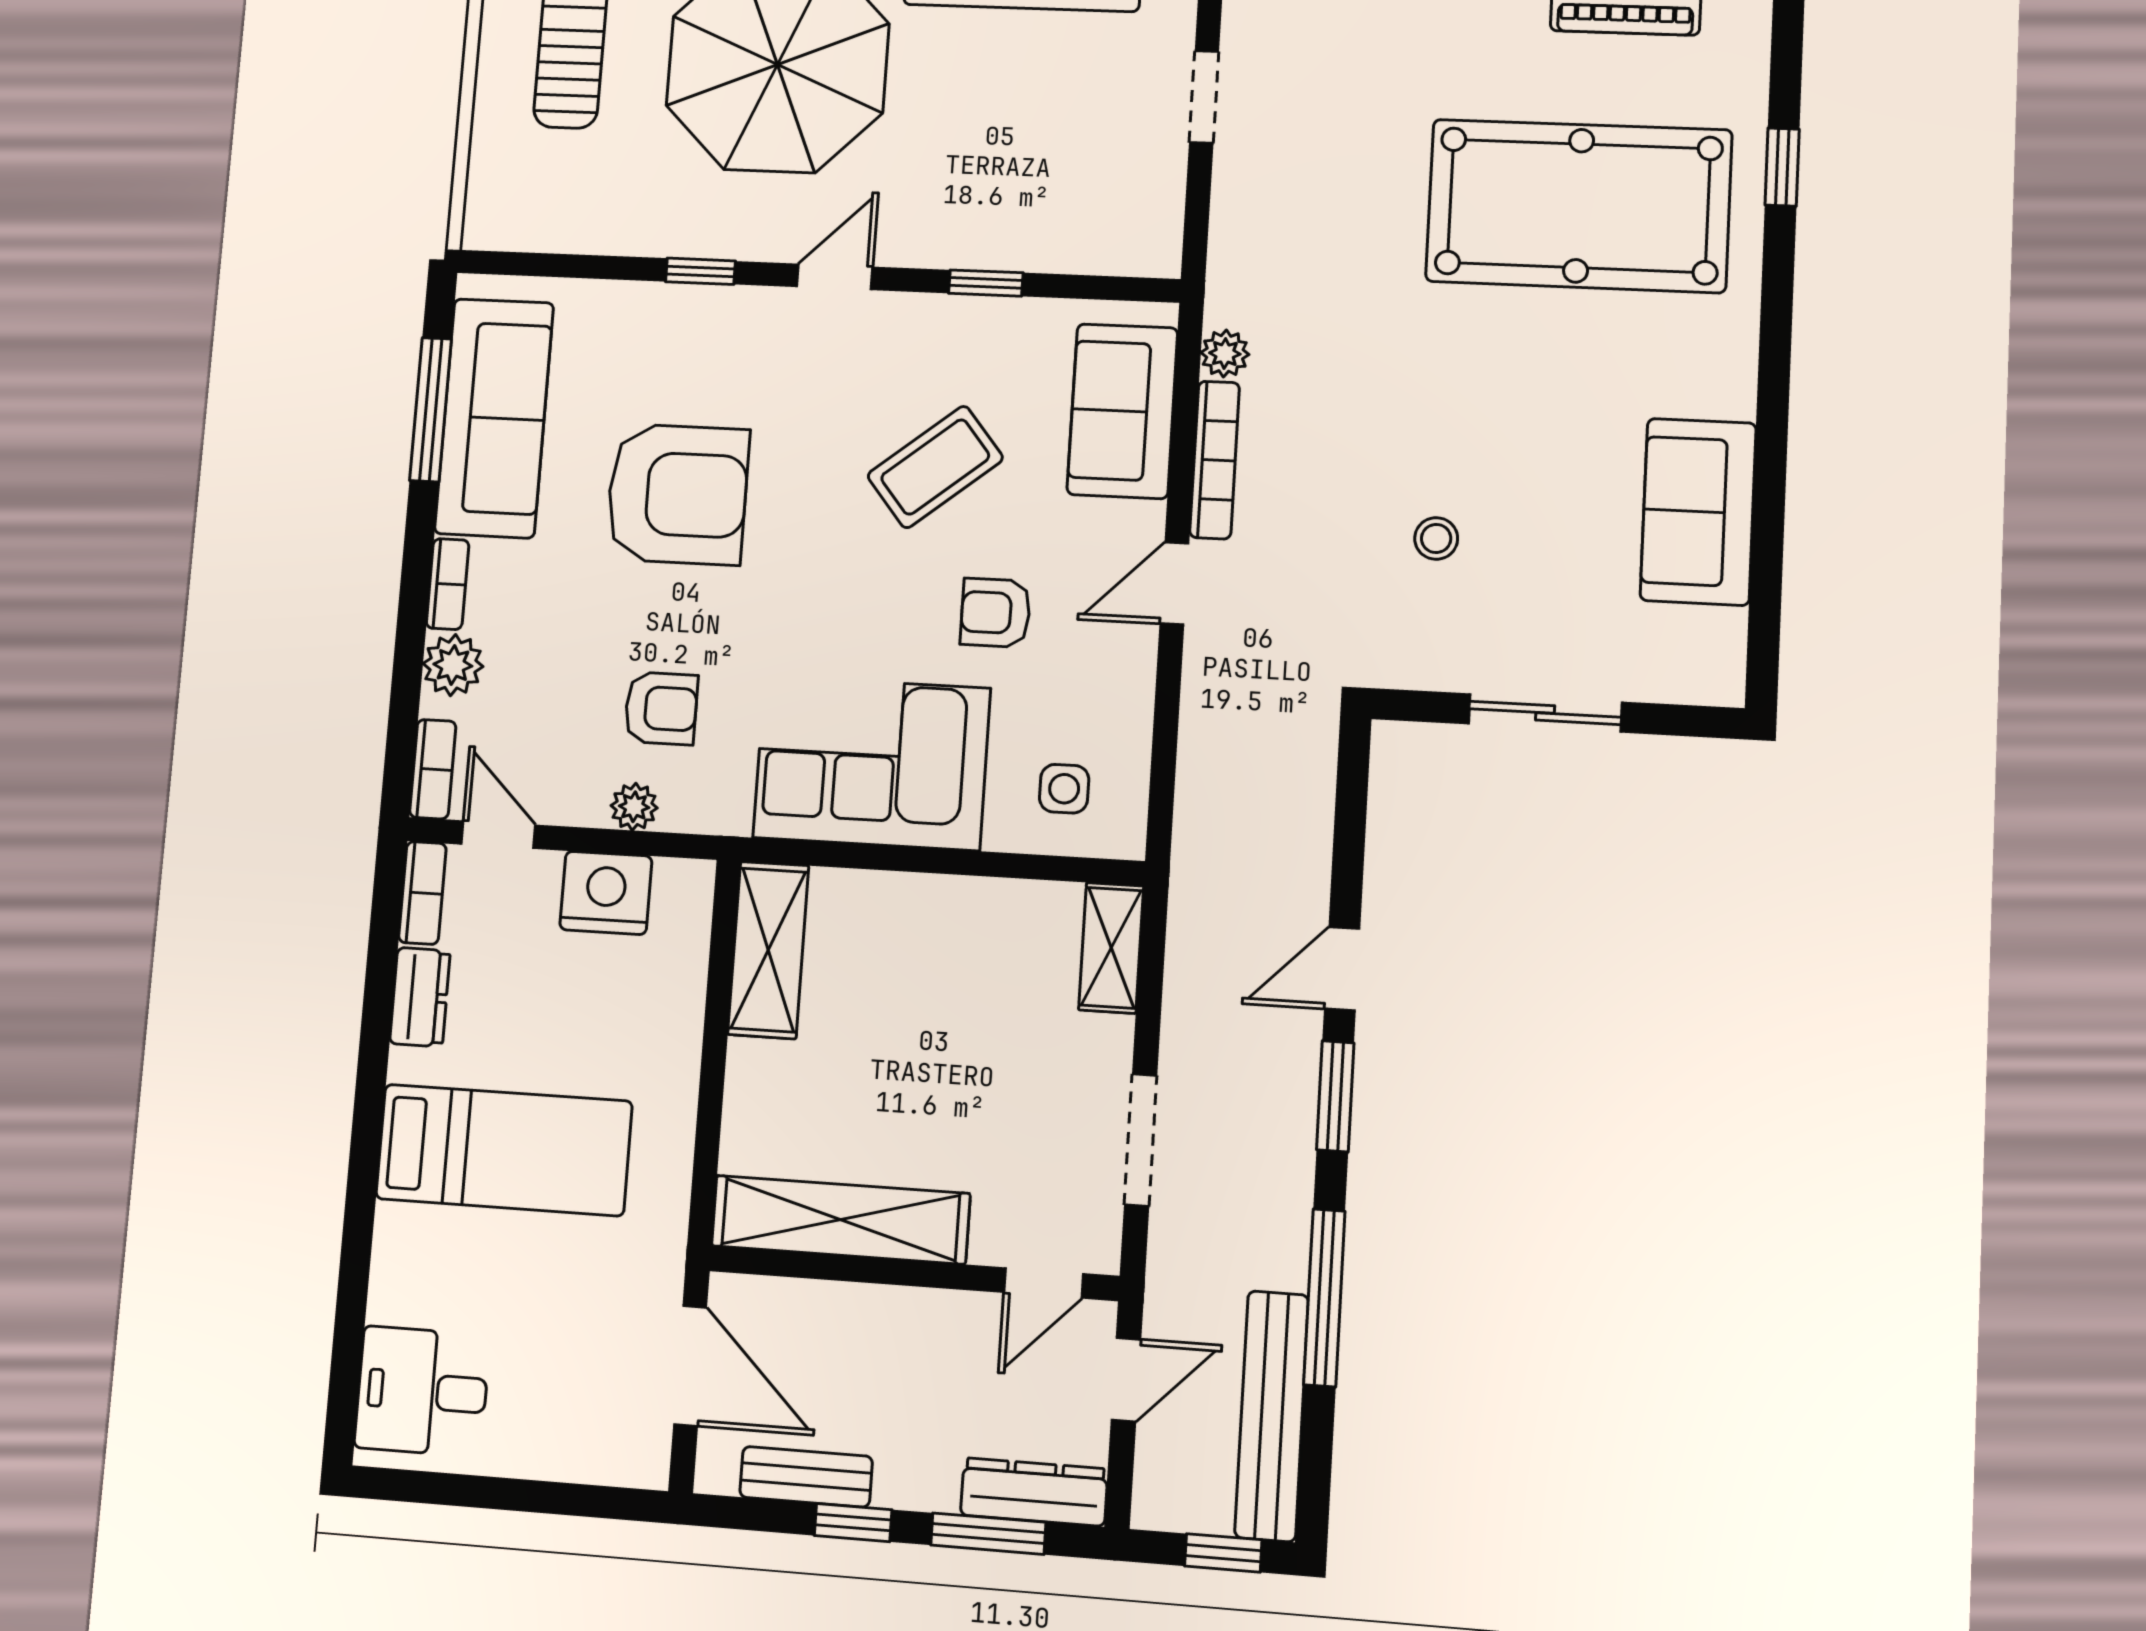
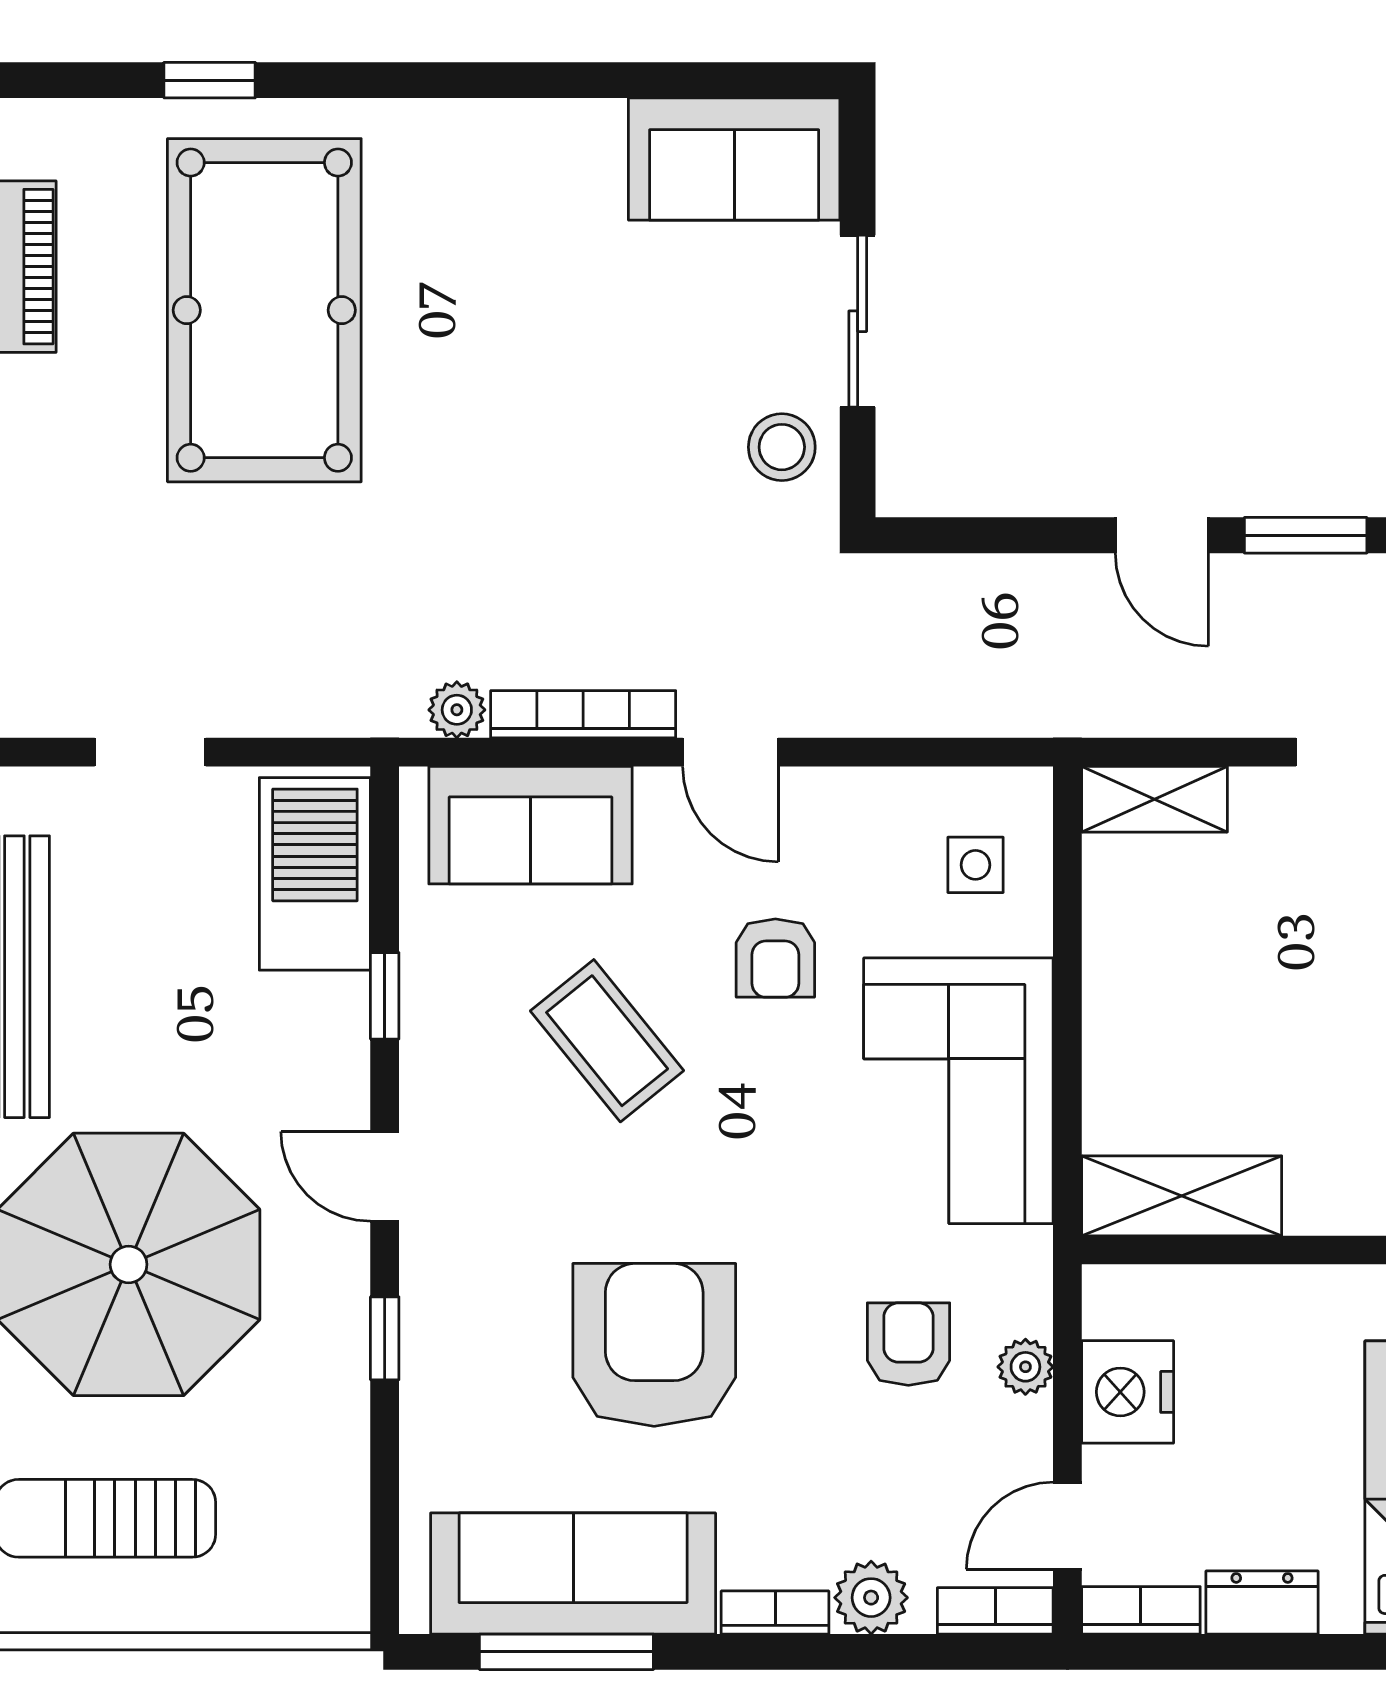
barbecue: (1093, 229) -> (315, 874), added
sofa: (1698, 512) -> (734, 159), moved
stool: (1436, 538) -> (782, 447), moved, width x1.37, depth x1.37

